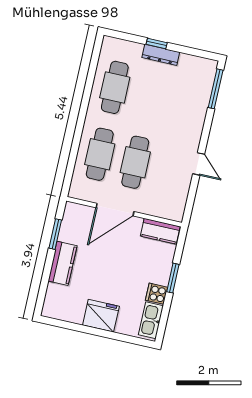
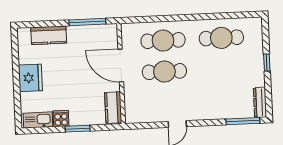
dresser: (161, 55) -> (260, 102), moved
window: (55, 234) -> (87, 22), width x1.44
kitchen counter: (63, 263) -> (49, 35), moved

